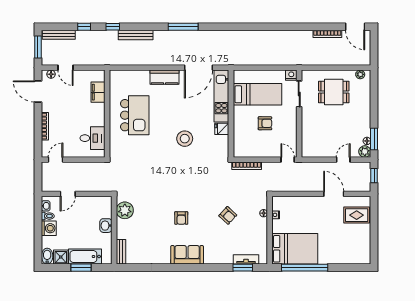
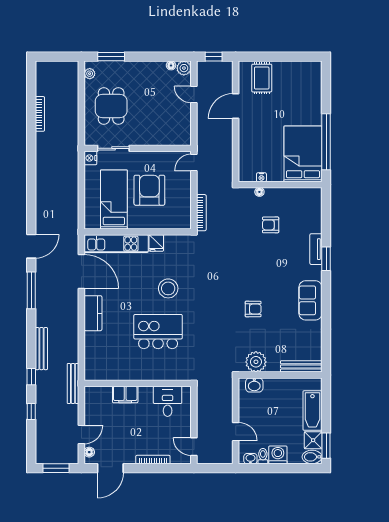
door: (355, 27) -> (31, 246), moved
bench: (59, 35) -> (73, 383), moved
filing cabinet: (98, 92) -> (125, 395), moved
kitchen island: (135, 115) -> (158, 332), moved
armchair: (265, 123) -> (149, 190), width x1.88, depth x1.88
window: (374, 139) -> (111, 57), moved
armchair: (228, 215) -> (271, 225), moved, turned -133
armchair: (181, 218) -> (253, 309), moved
washbasin: (106, 226) -> (254, 385), moved
bench: (121, 252) -> (301, 366), width x1.36
sofa: (187, 255) -> (310, 300), moved
tv unit: (246, 259) -> (316, 249), moved
window: (81, 268) -> (326, 446), moved
window: (243, 268) -> (326, 259), moved

